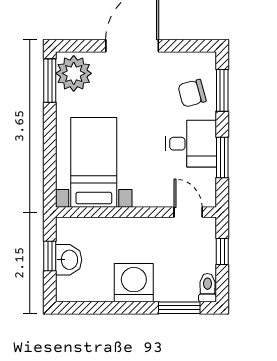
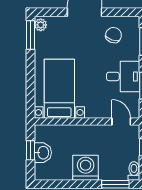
plant: (74, 73) -> (41, 25), width x0.53, depth x0.53
chair: (192, 93) -> (114, 35), moved, turned 124

